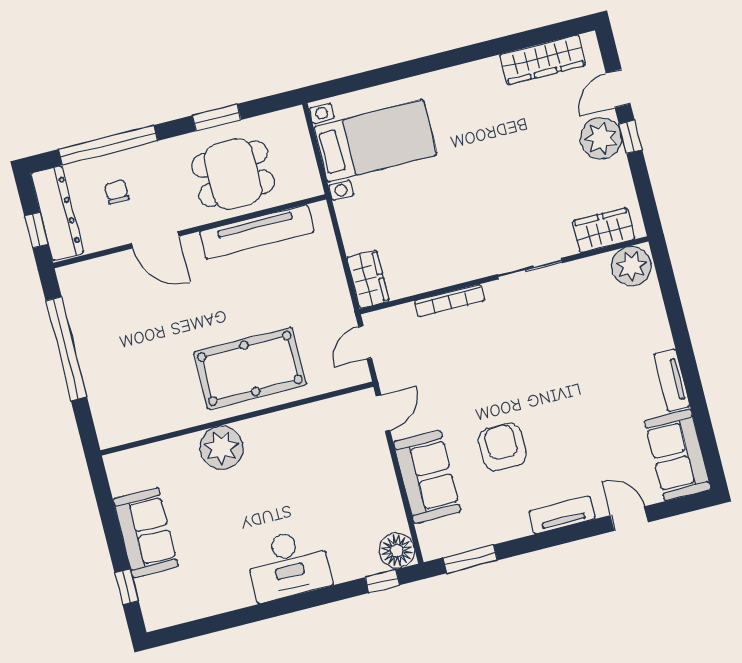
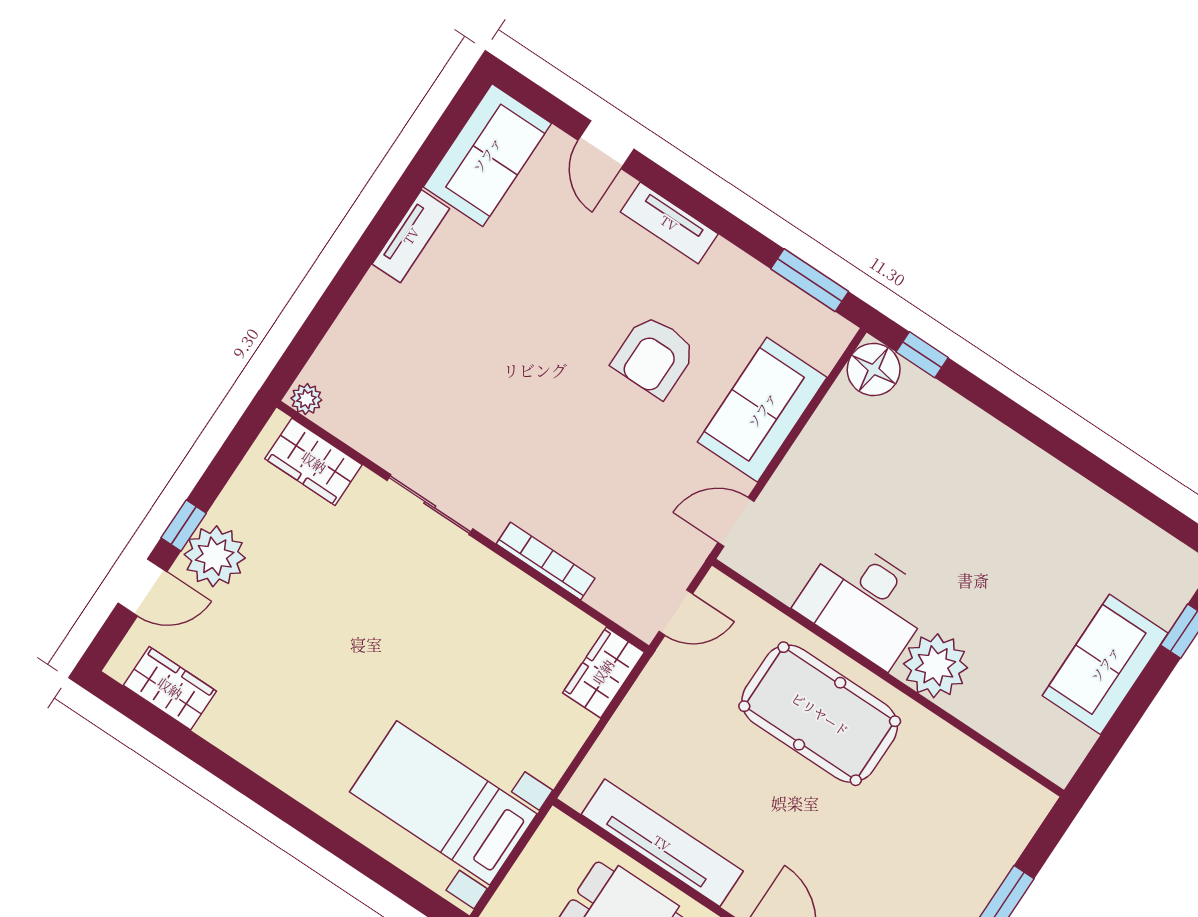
wardrobe: (543, 60) -> (170, 688), width x0.67
plant: (631, 266) -> (306, 399), width x0.53, depth x0.53
desk: (288, 565) -> (865, 602), moved, turned 180

